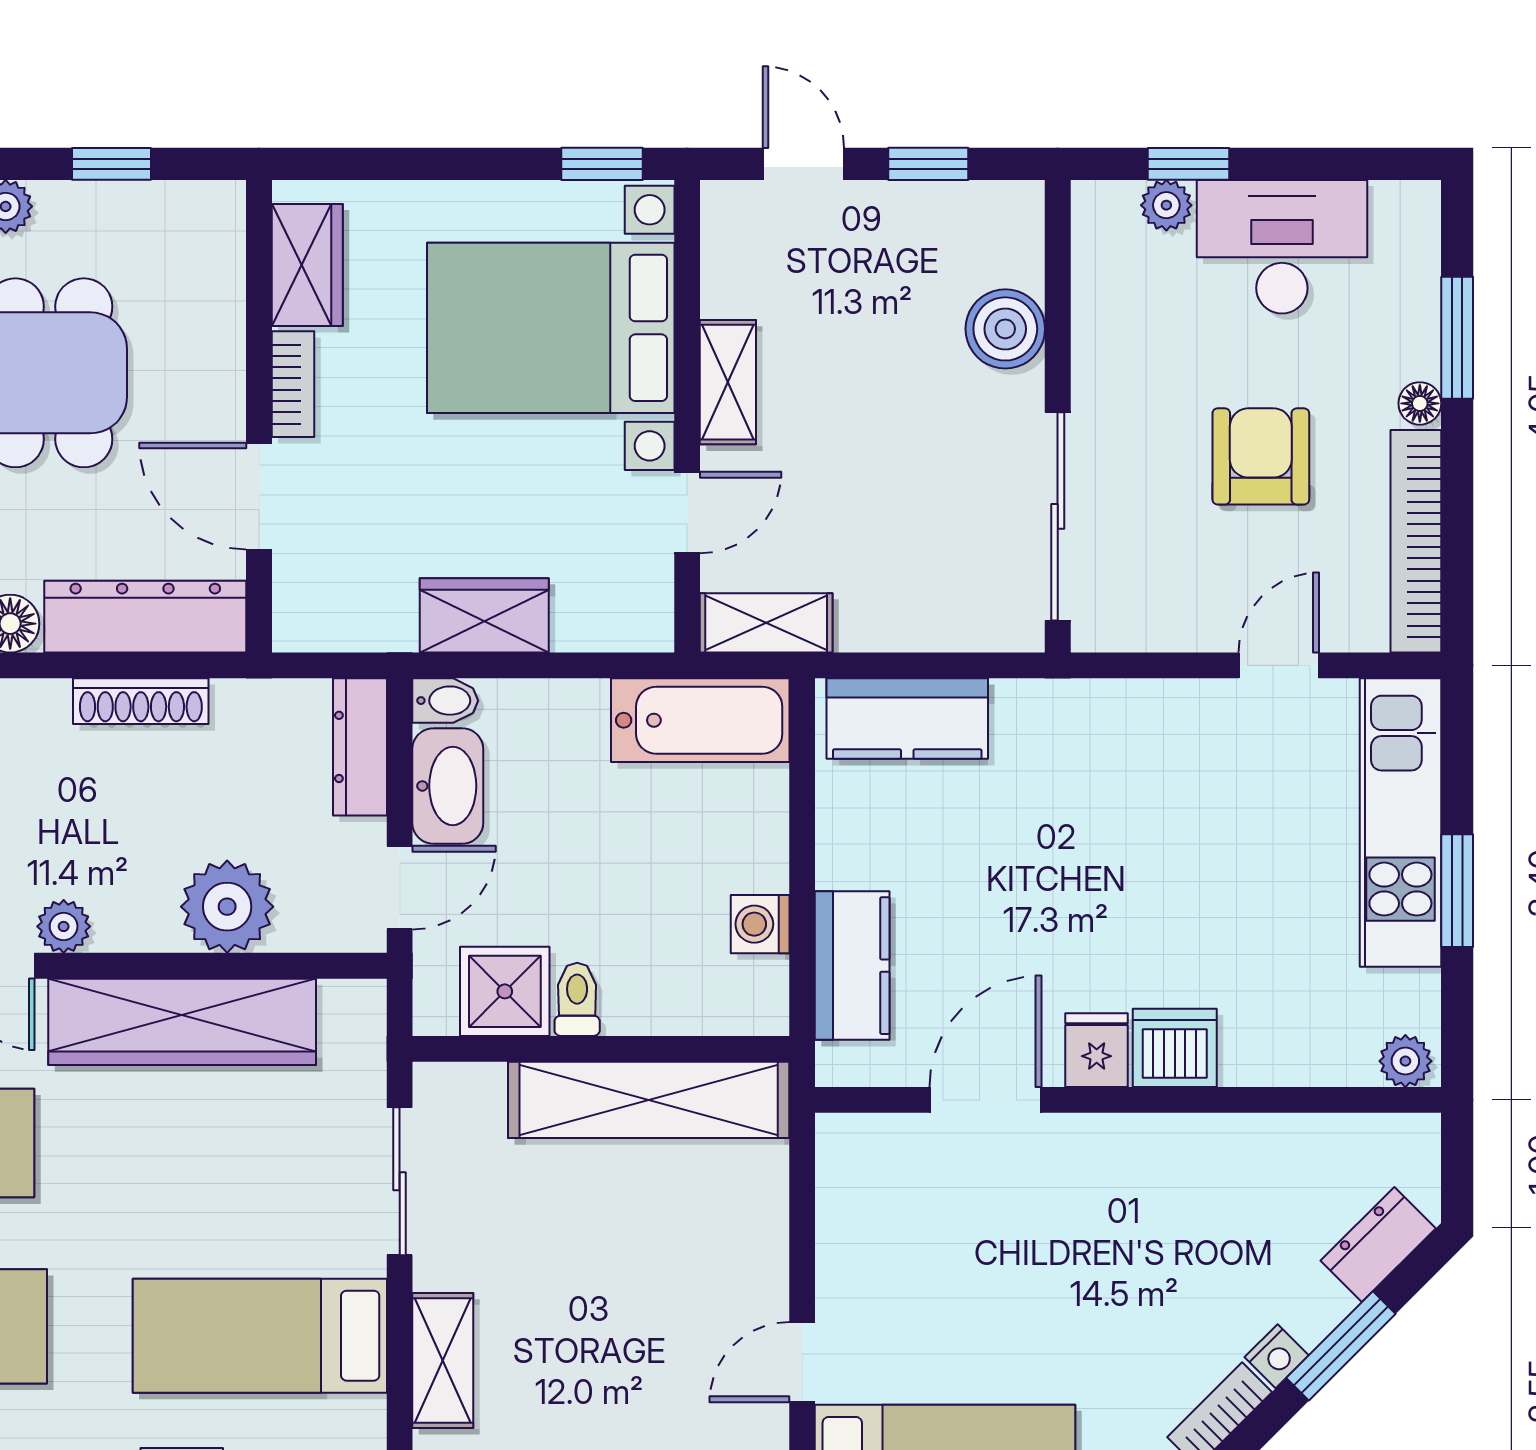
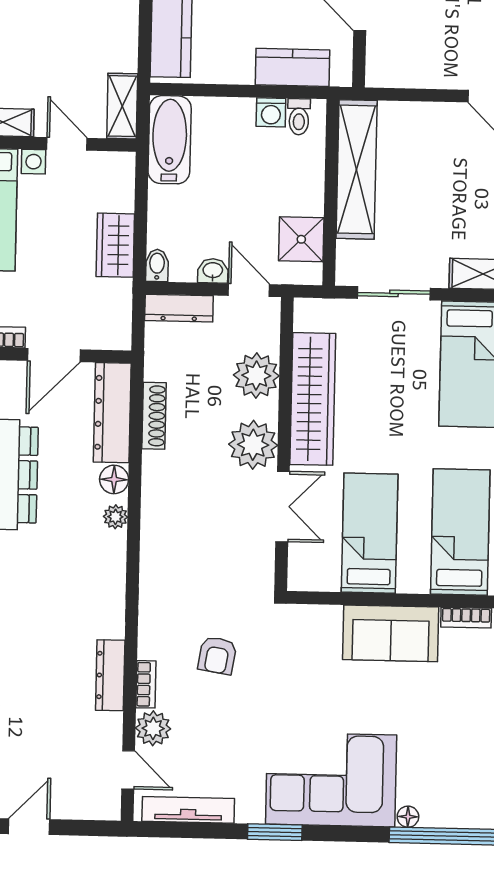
washbasin: (448, 786) -> (213, 271), width x0.52, depth x0.69
plant: (64, 926) -> (253, 445), width x1.87, depth x1.87
toilet: (577, 999) -> (299, 117), moved, turned -90

